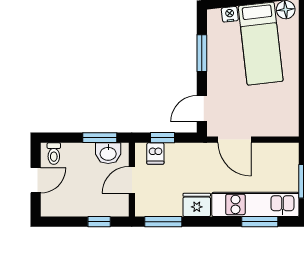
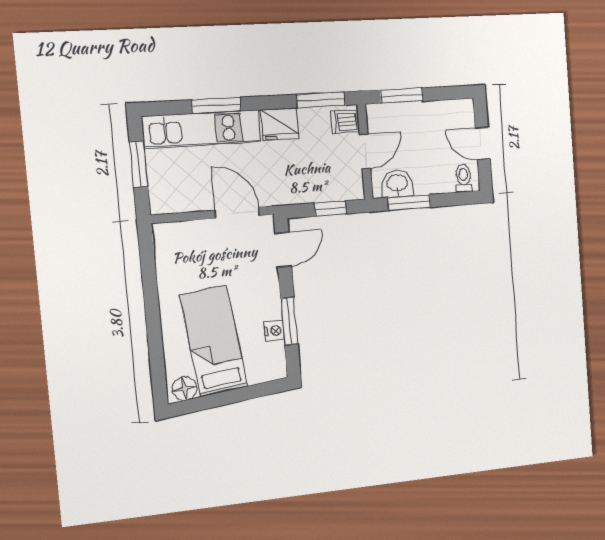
nightstand: (230, 14) -> (274, 331), moved, turned -83
dishwasher: (155, 153) -> (345, 121), moved, turned -90
door: (36, 180) -> (483, 143), hinge flipped
window: (99, 222) -> (402, 96), width x1.50
window: (260, 222) -> (216, 105), moved

